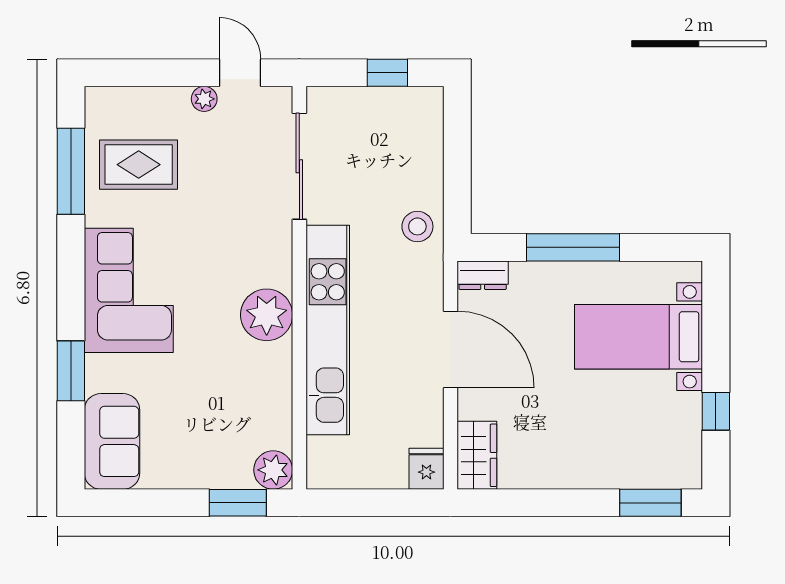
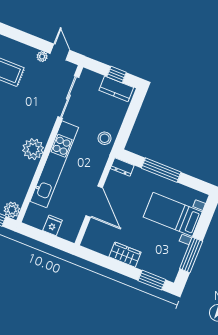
kitchen counter: (400, 105) -> (116, 89), added
door: (450, 349) -> (94, 202), moved
window: (716, 411) -> (191, 255), width x2.17
wardrobe: (477, 455) -> (125, 255), moved, turned -90
fridge: (426, 469) -> (53, 225), moved

